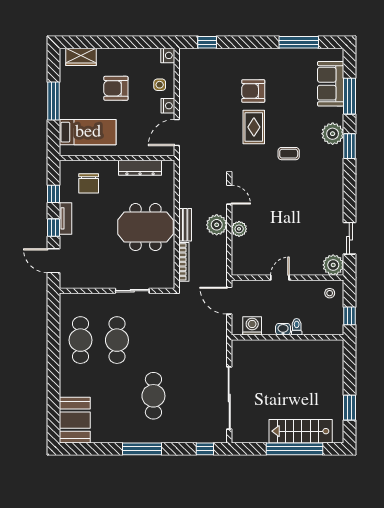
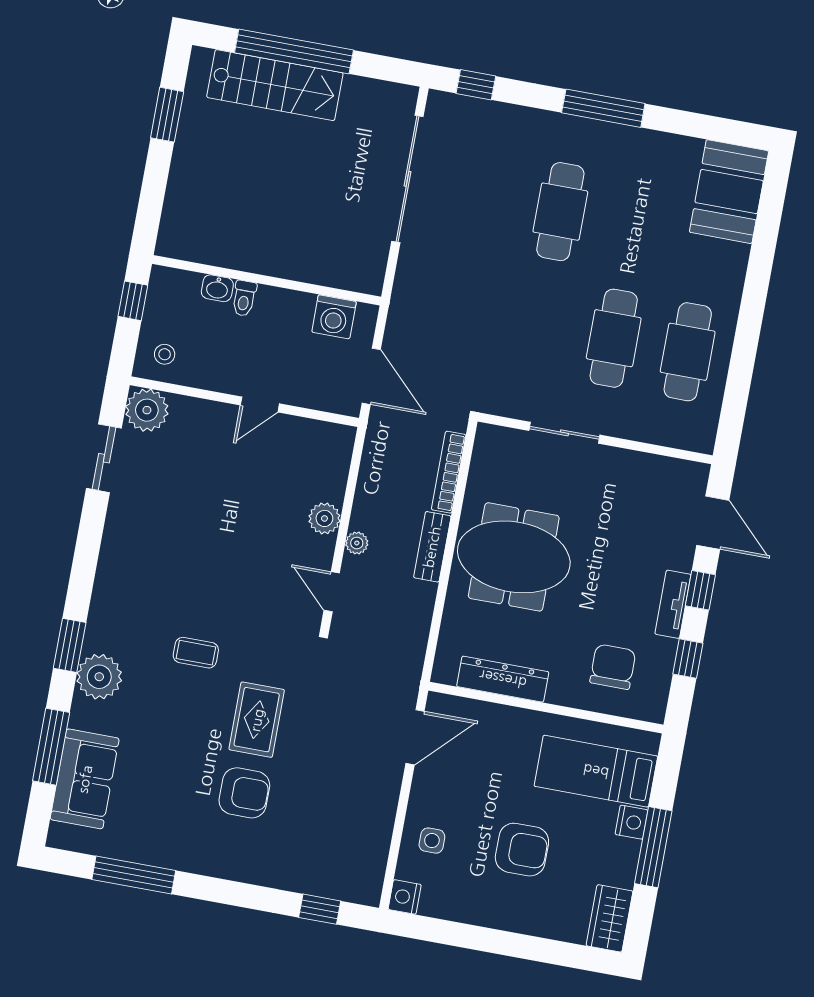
wardrobe: (81, 57) -> (610, 918), moved, turned -90
nightstand: (168, 106) -> (631, 822), moved, turned 180
plant: (217, 225) -> (357, 543), width x0.53, depth x0.53
washbasin: (283, 329) -> (217, 288), moved

